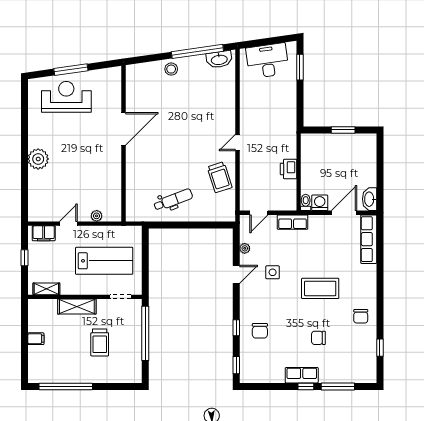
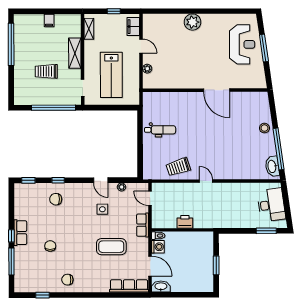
dental chair: (173, 200) -> (160, 130), turned -69
coffee table: (320, 288) -> (111, 247), moved, turned 90

